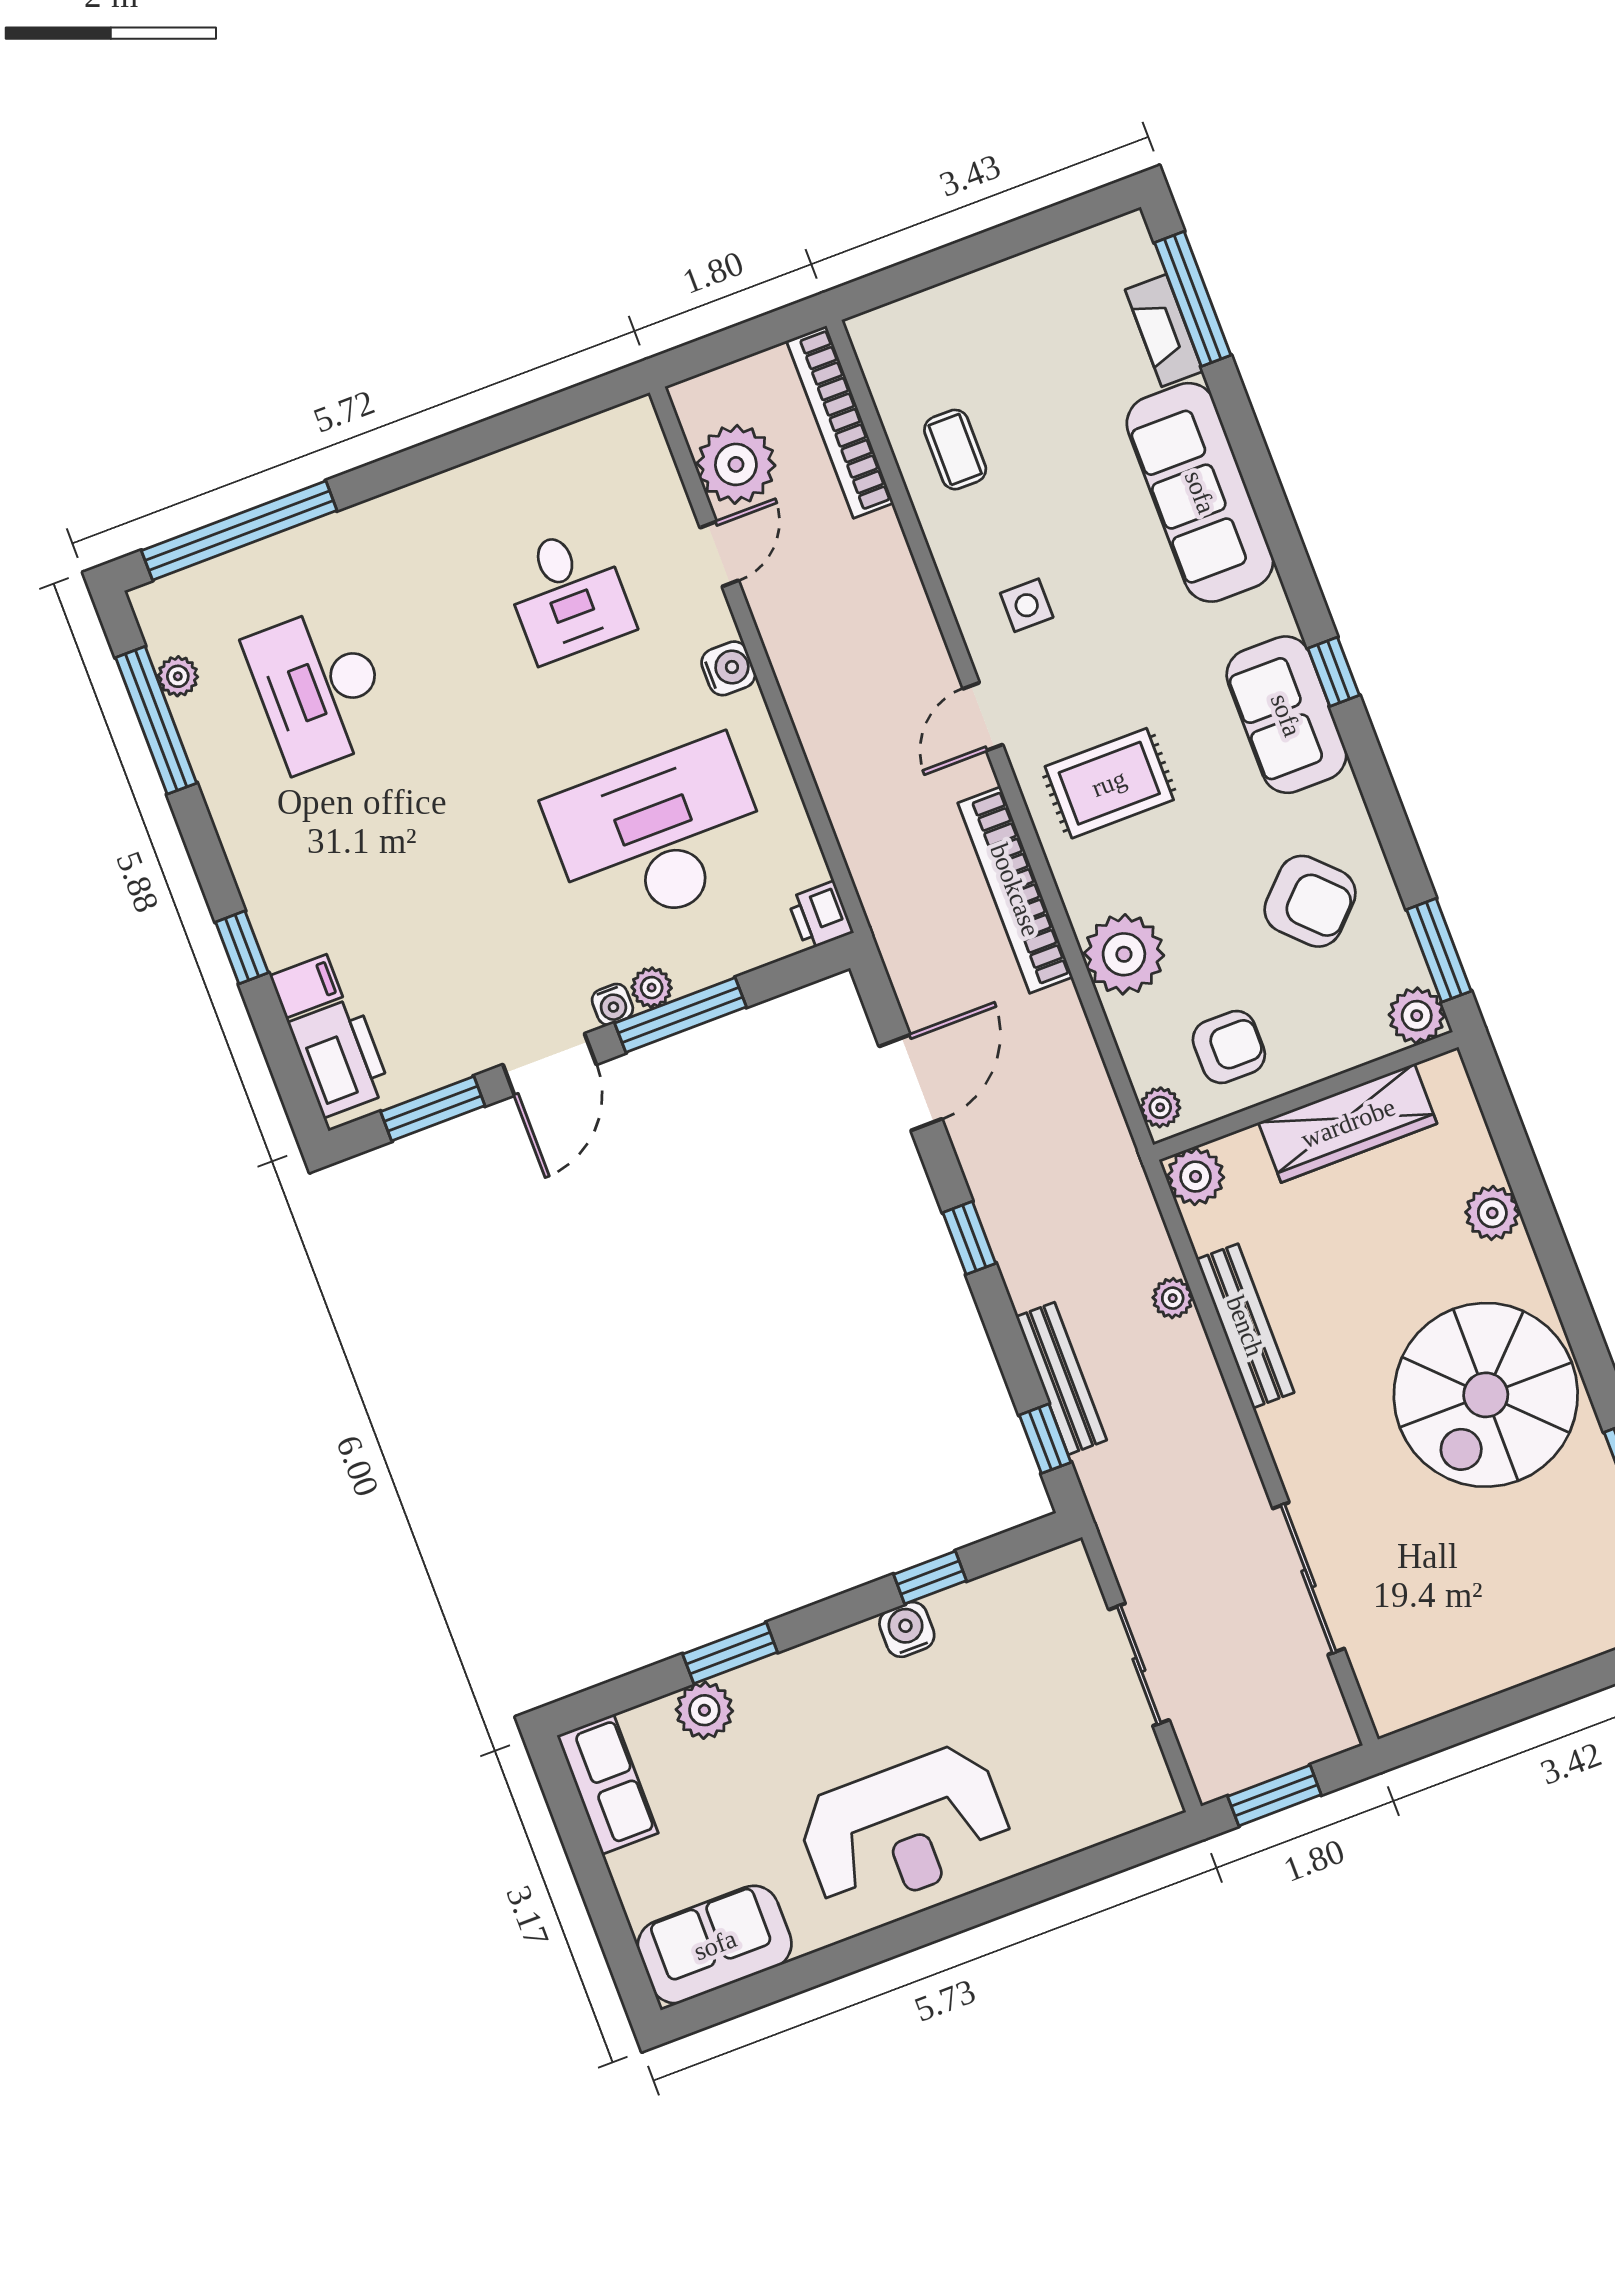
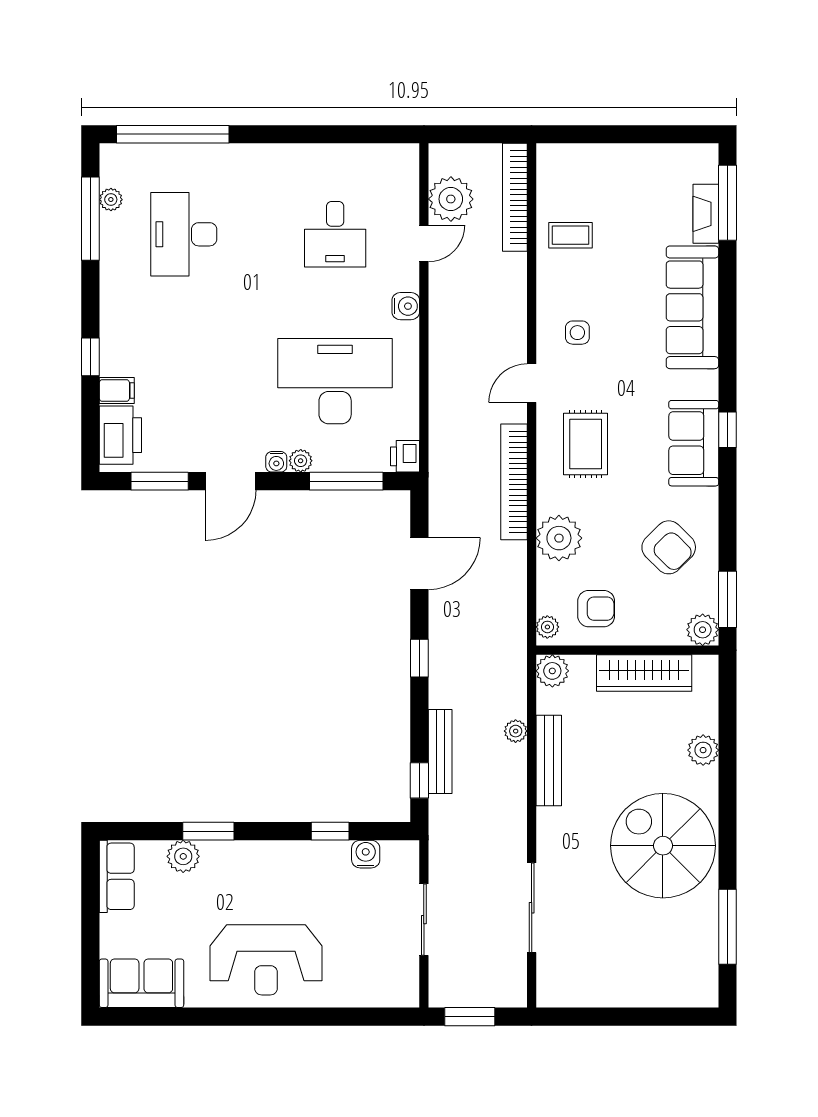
coffee table: (955, 450) -> (571, 235), turned 90
rug: (1109, 783) -> (586, 444), turned 90
window: (681, 1015) -> (346, 481), moved
spiral stairs: (1486, 1395) -> (663, 846), turned 90
water cooler: (907, 1629) -> (366, 854), moved

